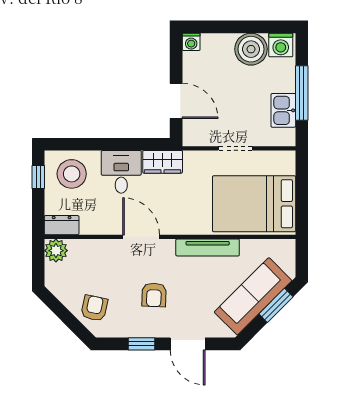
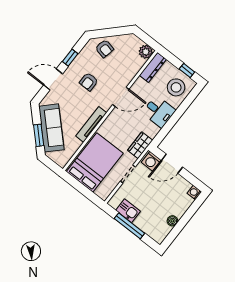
washing machine: (281, 45) -> (151, 161), moved, turned -90
boiler: (251, 49) -> (172, 221), width x0.54, depth x0.54
wardrobe: (163, 162) -> (140, 145), moved
dresser: (62, 225) -> (153, 67), width x1.44
armchair: (154, 295) -> (89, 82), turned -92

